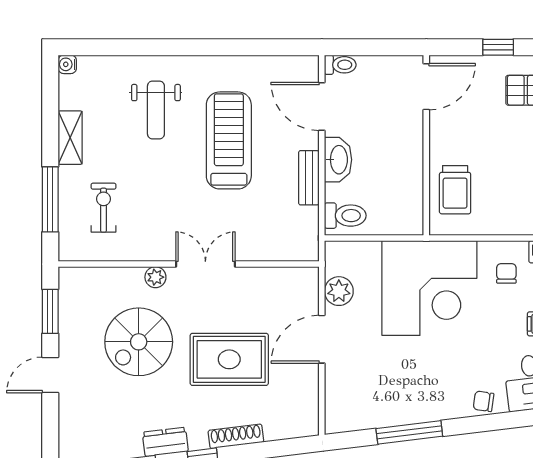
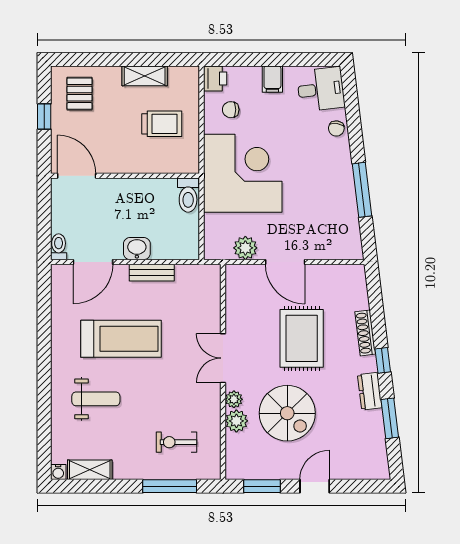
shelving: (70, 138) -> (90, 470), moved
treadmill: (229, 140) -> (121, 339), turned 180
washbasin: (338, 160) -> (137, 249), width x0.72
trolley: (455, 190) -> (162, 124), moved
toilet: (345, 216) -> (188, 195), moved, turned 180
plant: (129, 280) -> (236, 421), added
door: (50, 375) -> (315, 486), swing flipped

